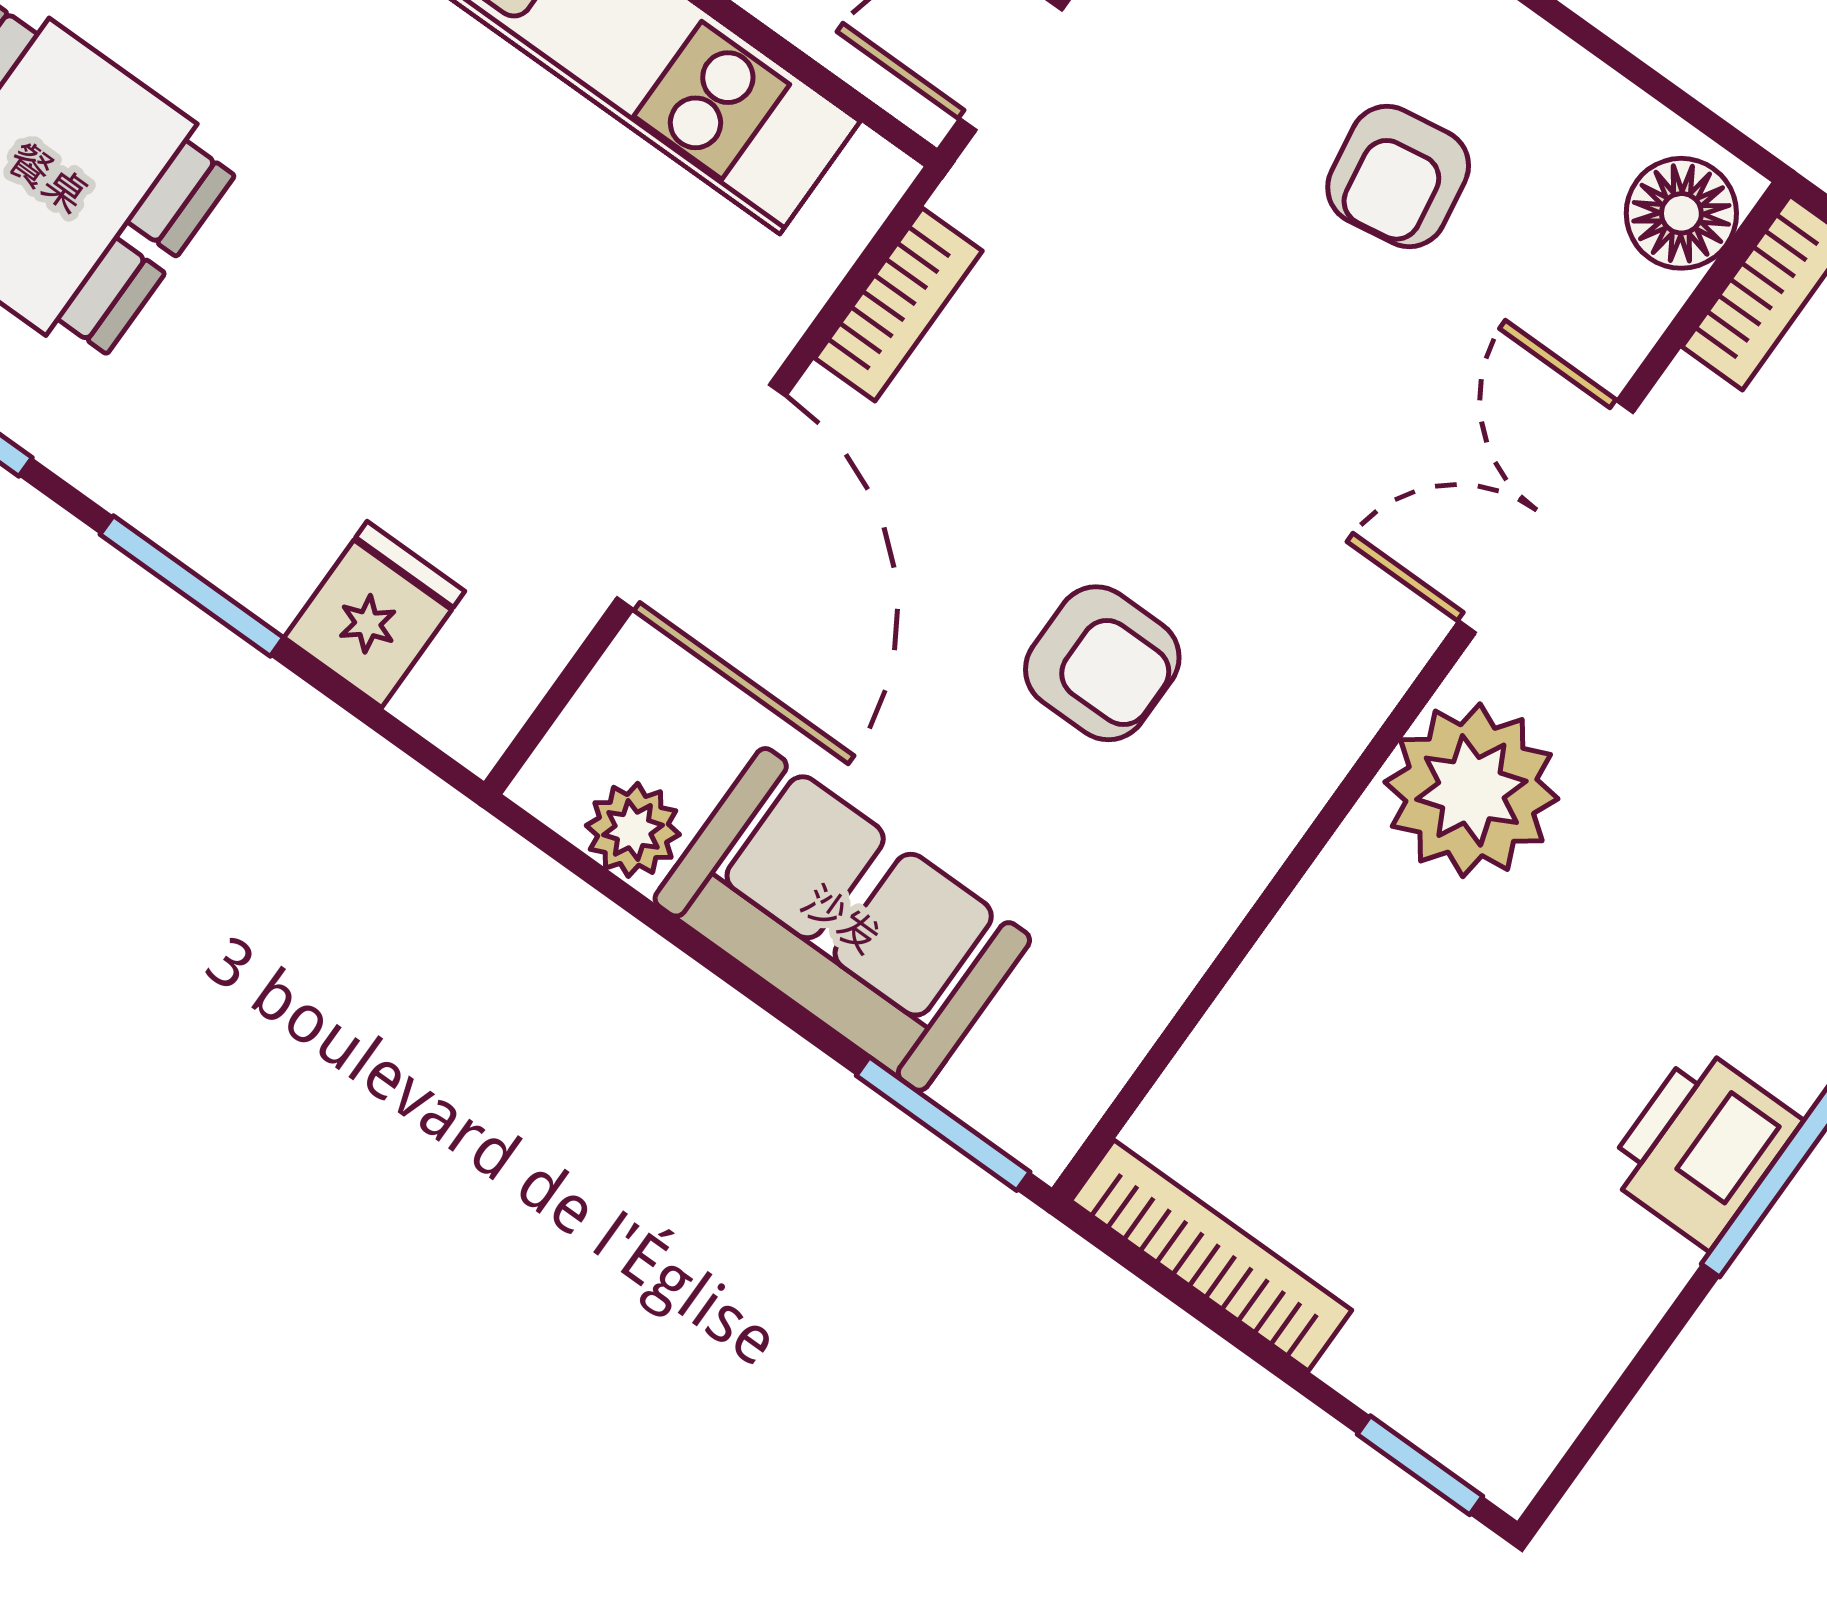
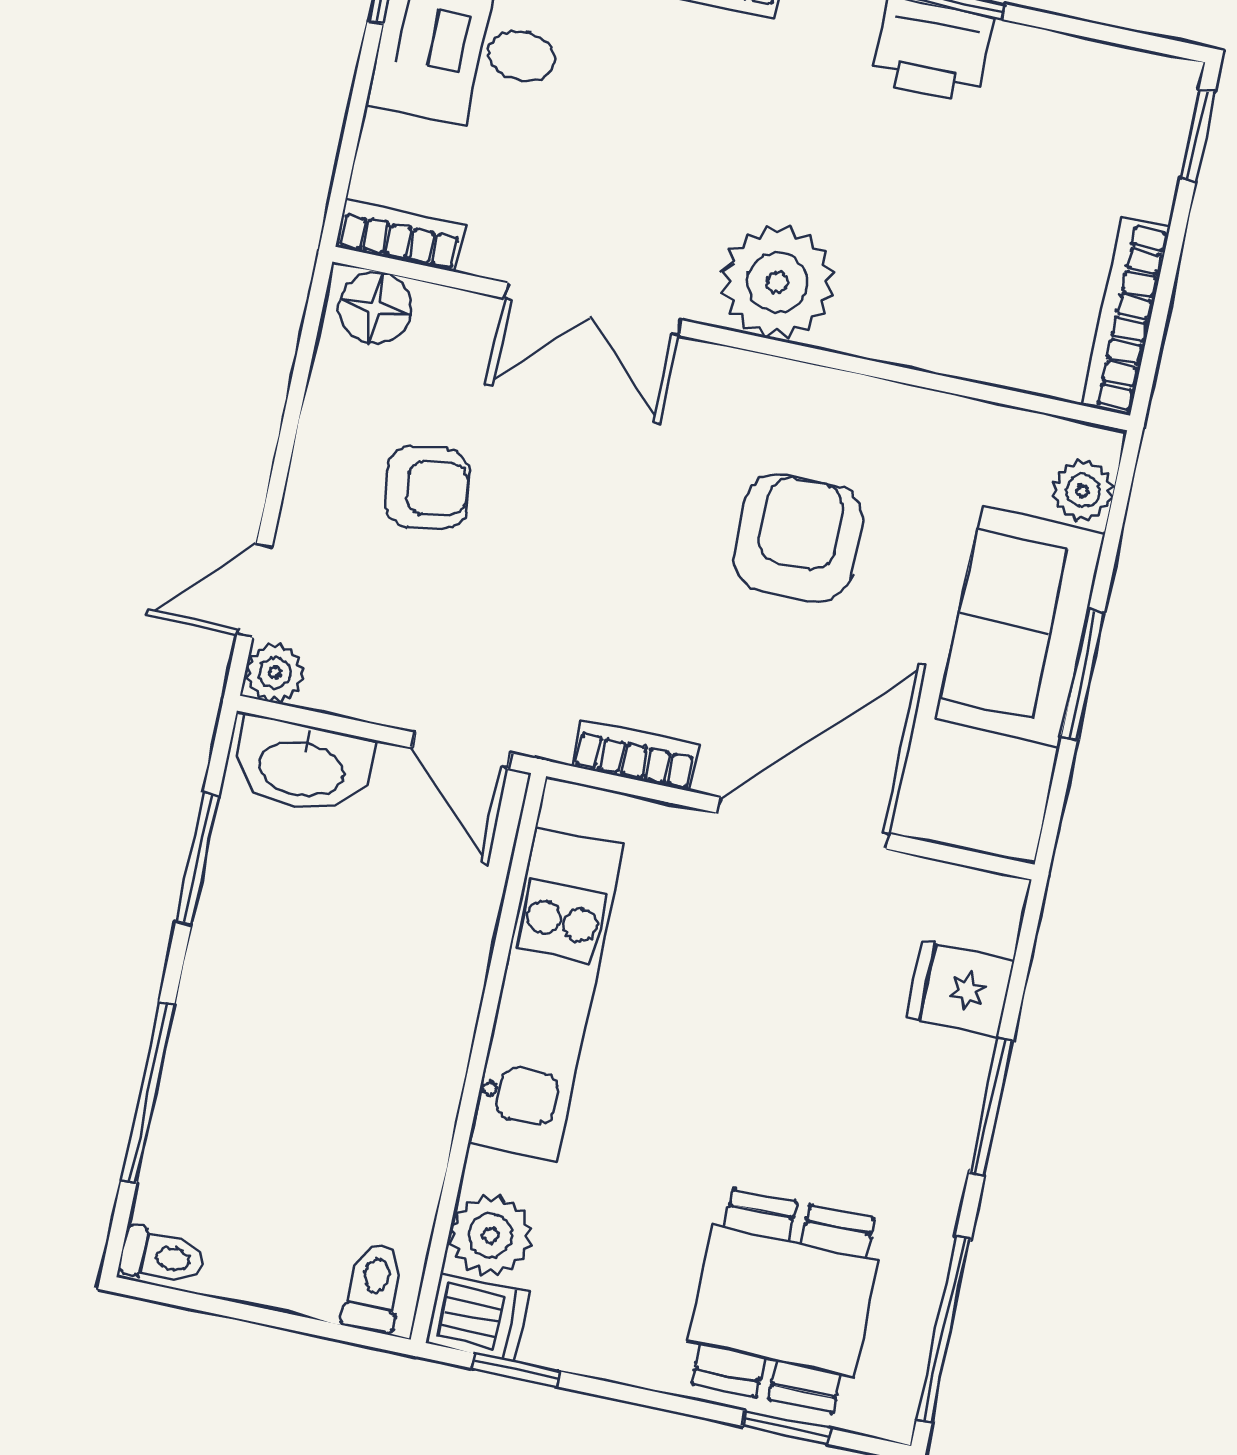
armchair: (1102, 663) -> (798, 538), width x1.38, depth x1.38
plant: (633, 830) -> (1083, 491), moved
window: (943, 1124) -> (1083, 674), moved

